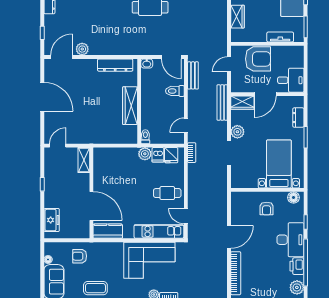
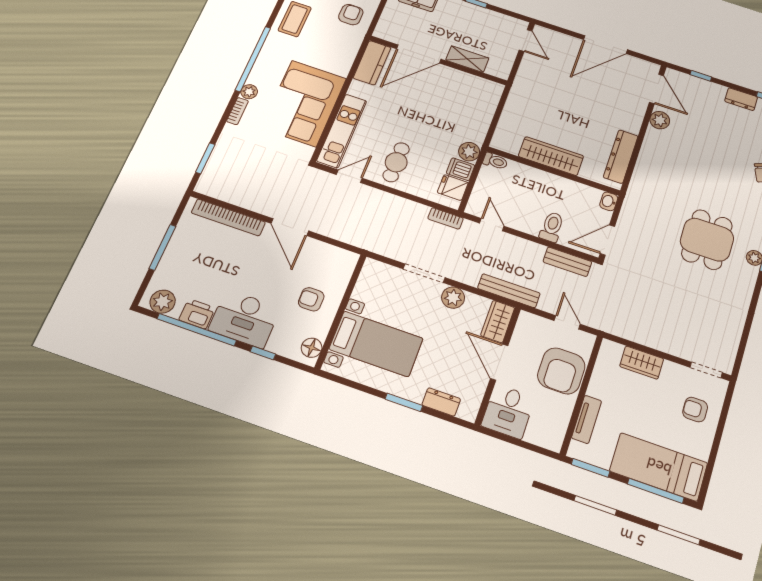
shelving: (84, 160) -> (467, 59), moved

